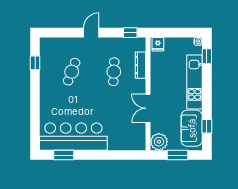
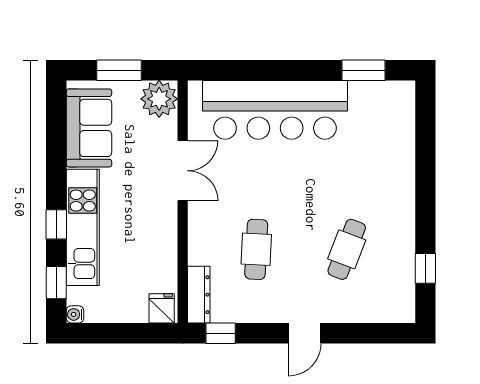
dresser: (140, 65) -> (199, 295), moved
window: (207, 126) -> (56, 224), moved
bar counter: (73, 137) -> (275, 110), moved

